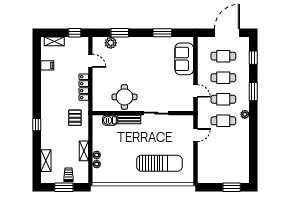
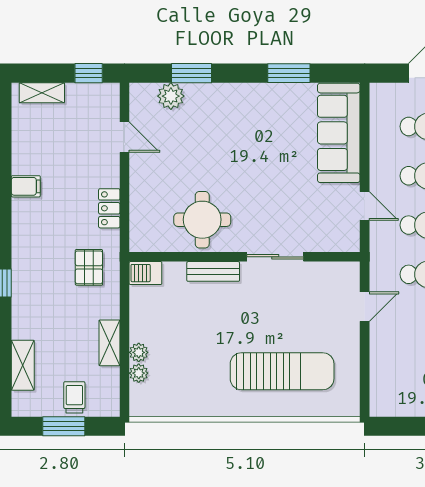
sofa: (184, 59) -> (339, 133), width x1.36
filing cabinet: (47, 65) -> (26, 186), moved
locker: (84, 87) -> (109, 208), width x0.66
barbecue: (110, 120) -> (145, 273), moved

